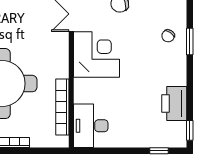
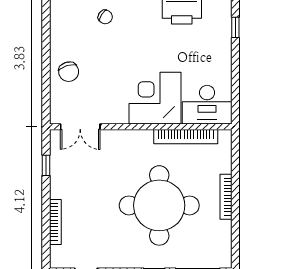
corner desk: (96, 54) -> (155, 98), moved

